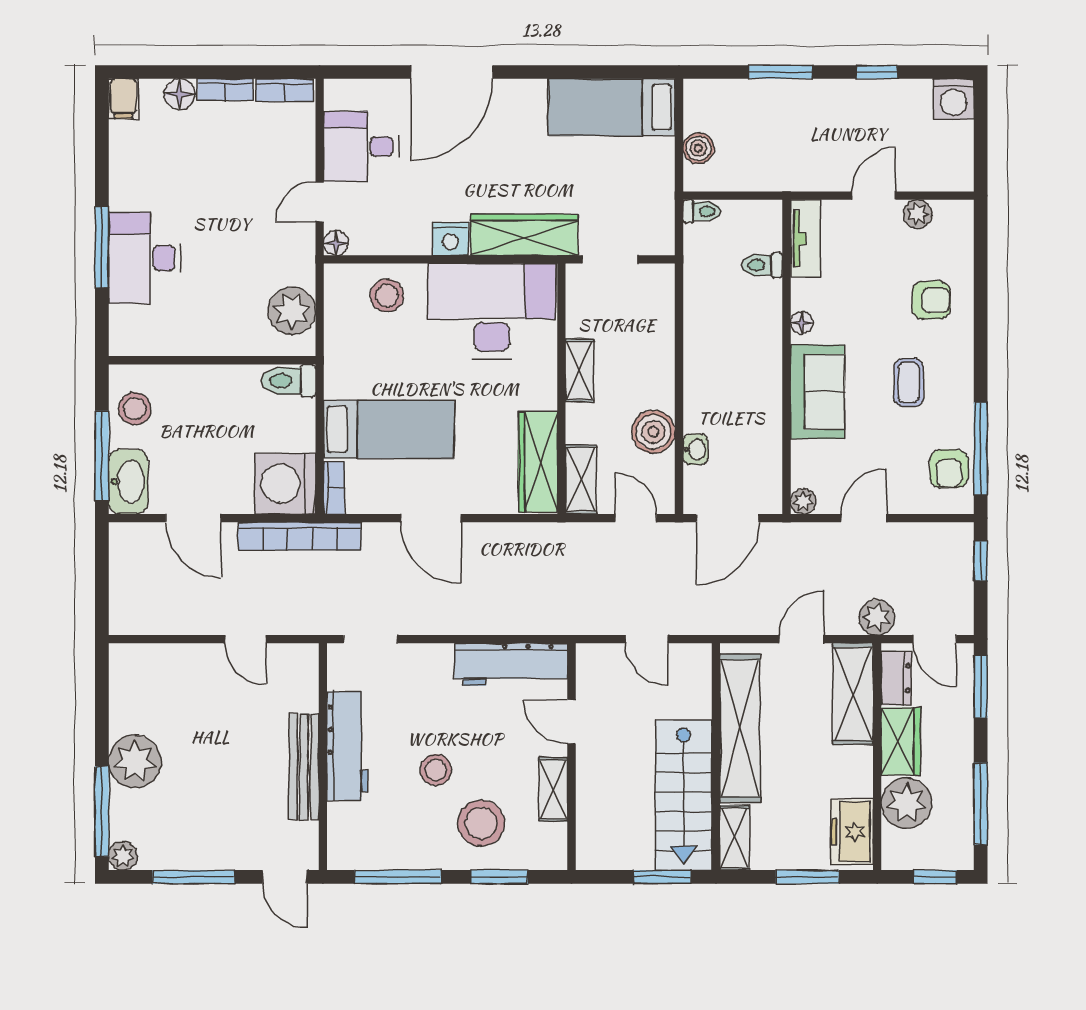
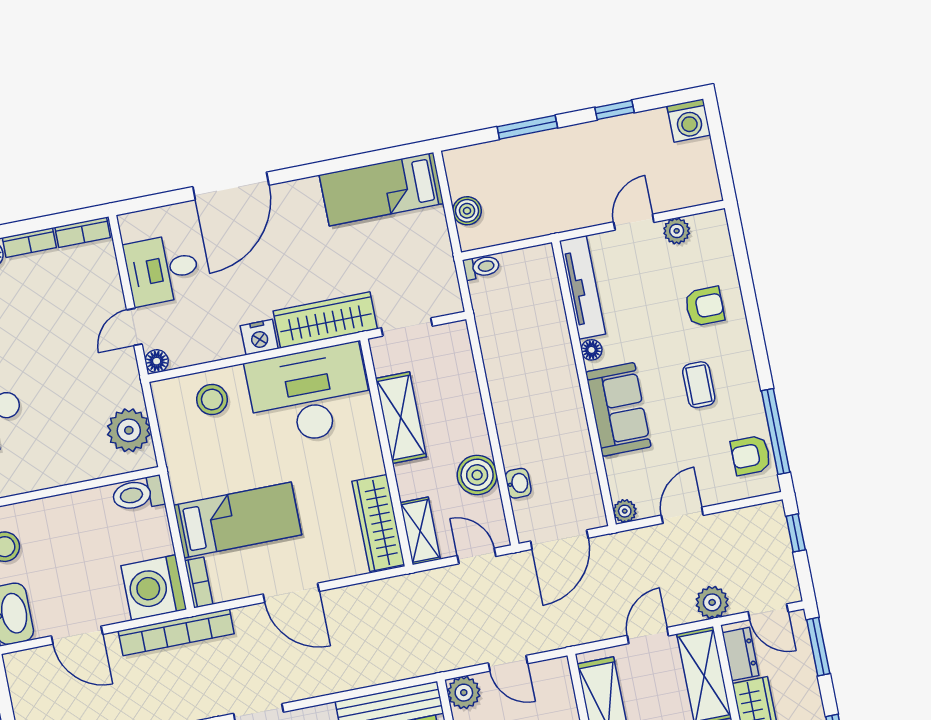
tv unit: (805, 238) -> (583, 287), width x1.41
toilet: (762, 265) -> (545, 305), removed
shelving: (580, 370) -> (401, 418), width x1.50, depth x1.33
armchair: (949, 469) -> (751, 455), turned 90
plant: (593, 661) -> (464, 693), added

